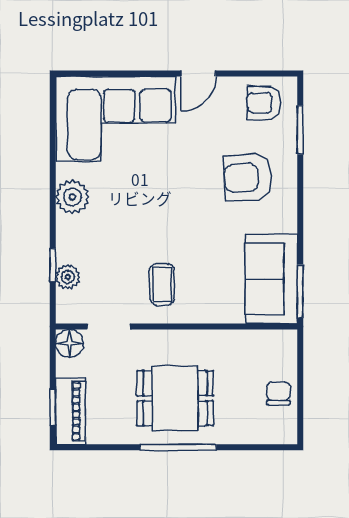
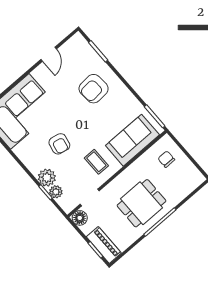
door: (198, 73) -> (49, 54), moved
armchair: (264, 103) -> (59, 144), moved, turned -78
plant: (72, 197) -> (47, 178), moved
sofa: (271, 279) -> (132, 140), moved, turned 90
chair: (279, 393) -> (166, 159), moved

